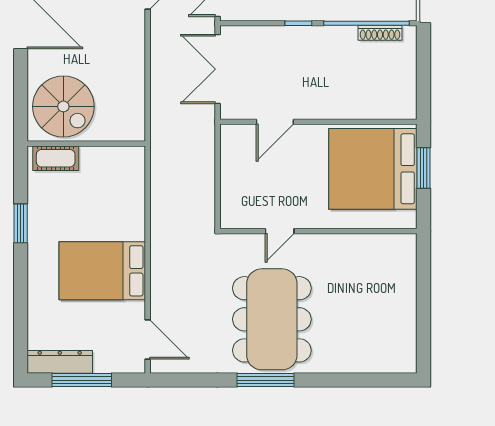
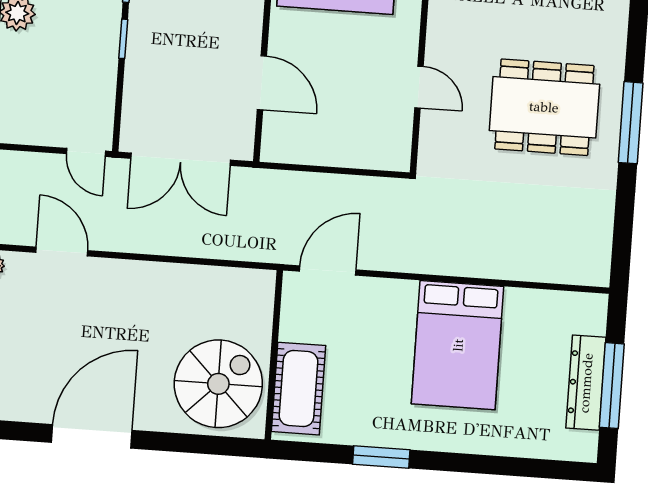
cot: (56, 158) -> (299, 389), width x1.37, depth x1.34
dining table: (272, 319) -> (544, 107), width x0.73, depth x0.80
door: (148, 340) -> (328, 271), moved
dresser: (60, 362) -> (586, 383), moved

